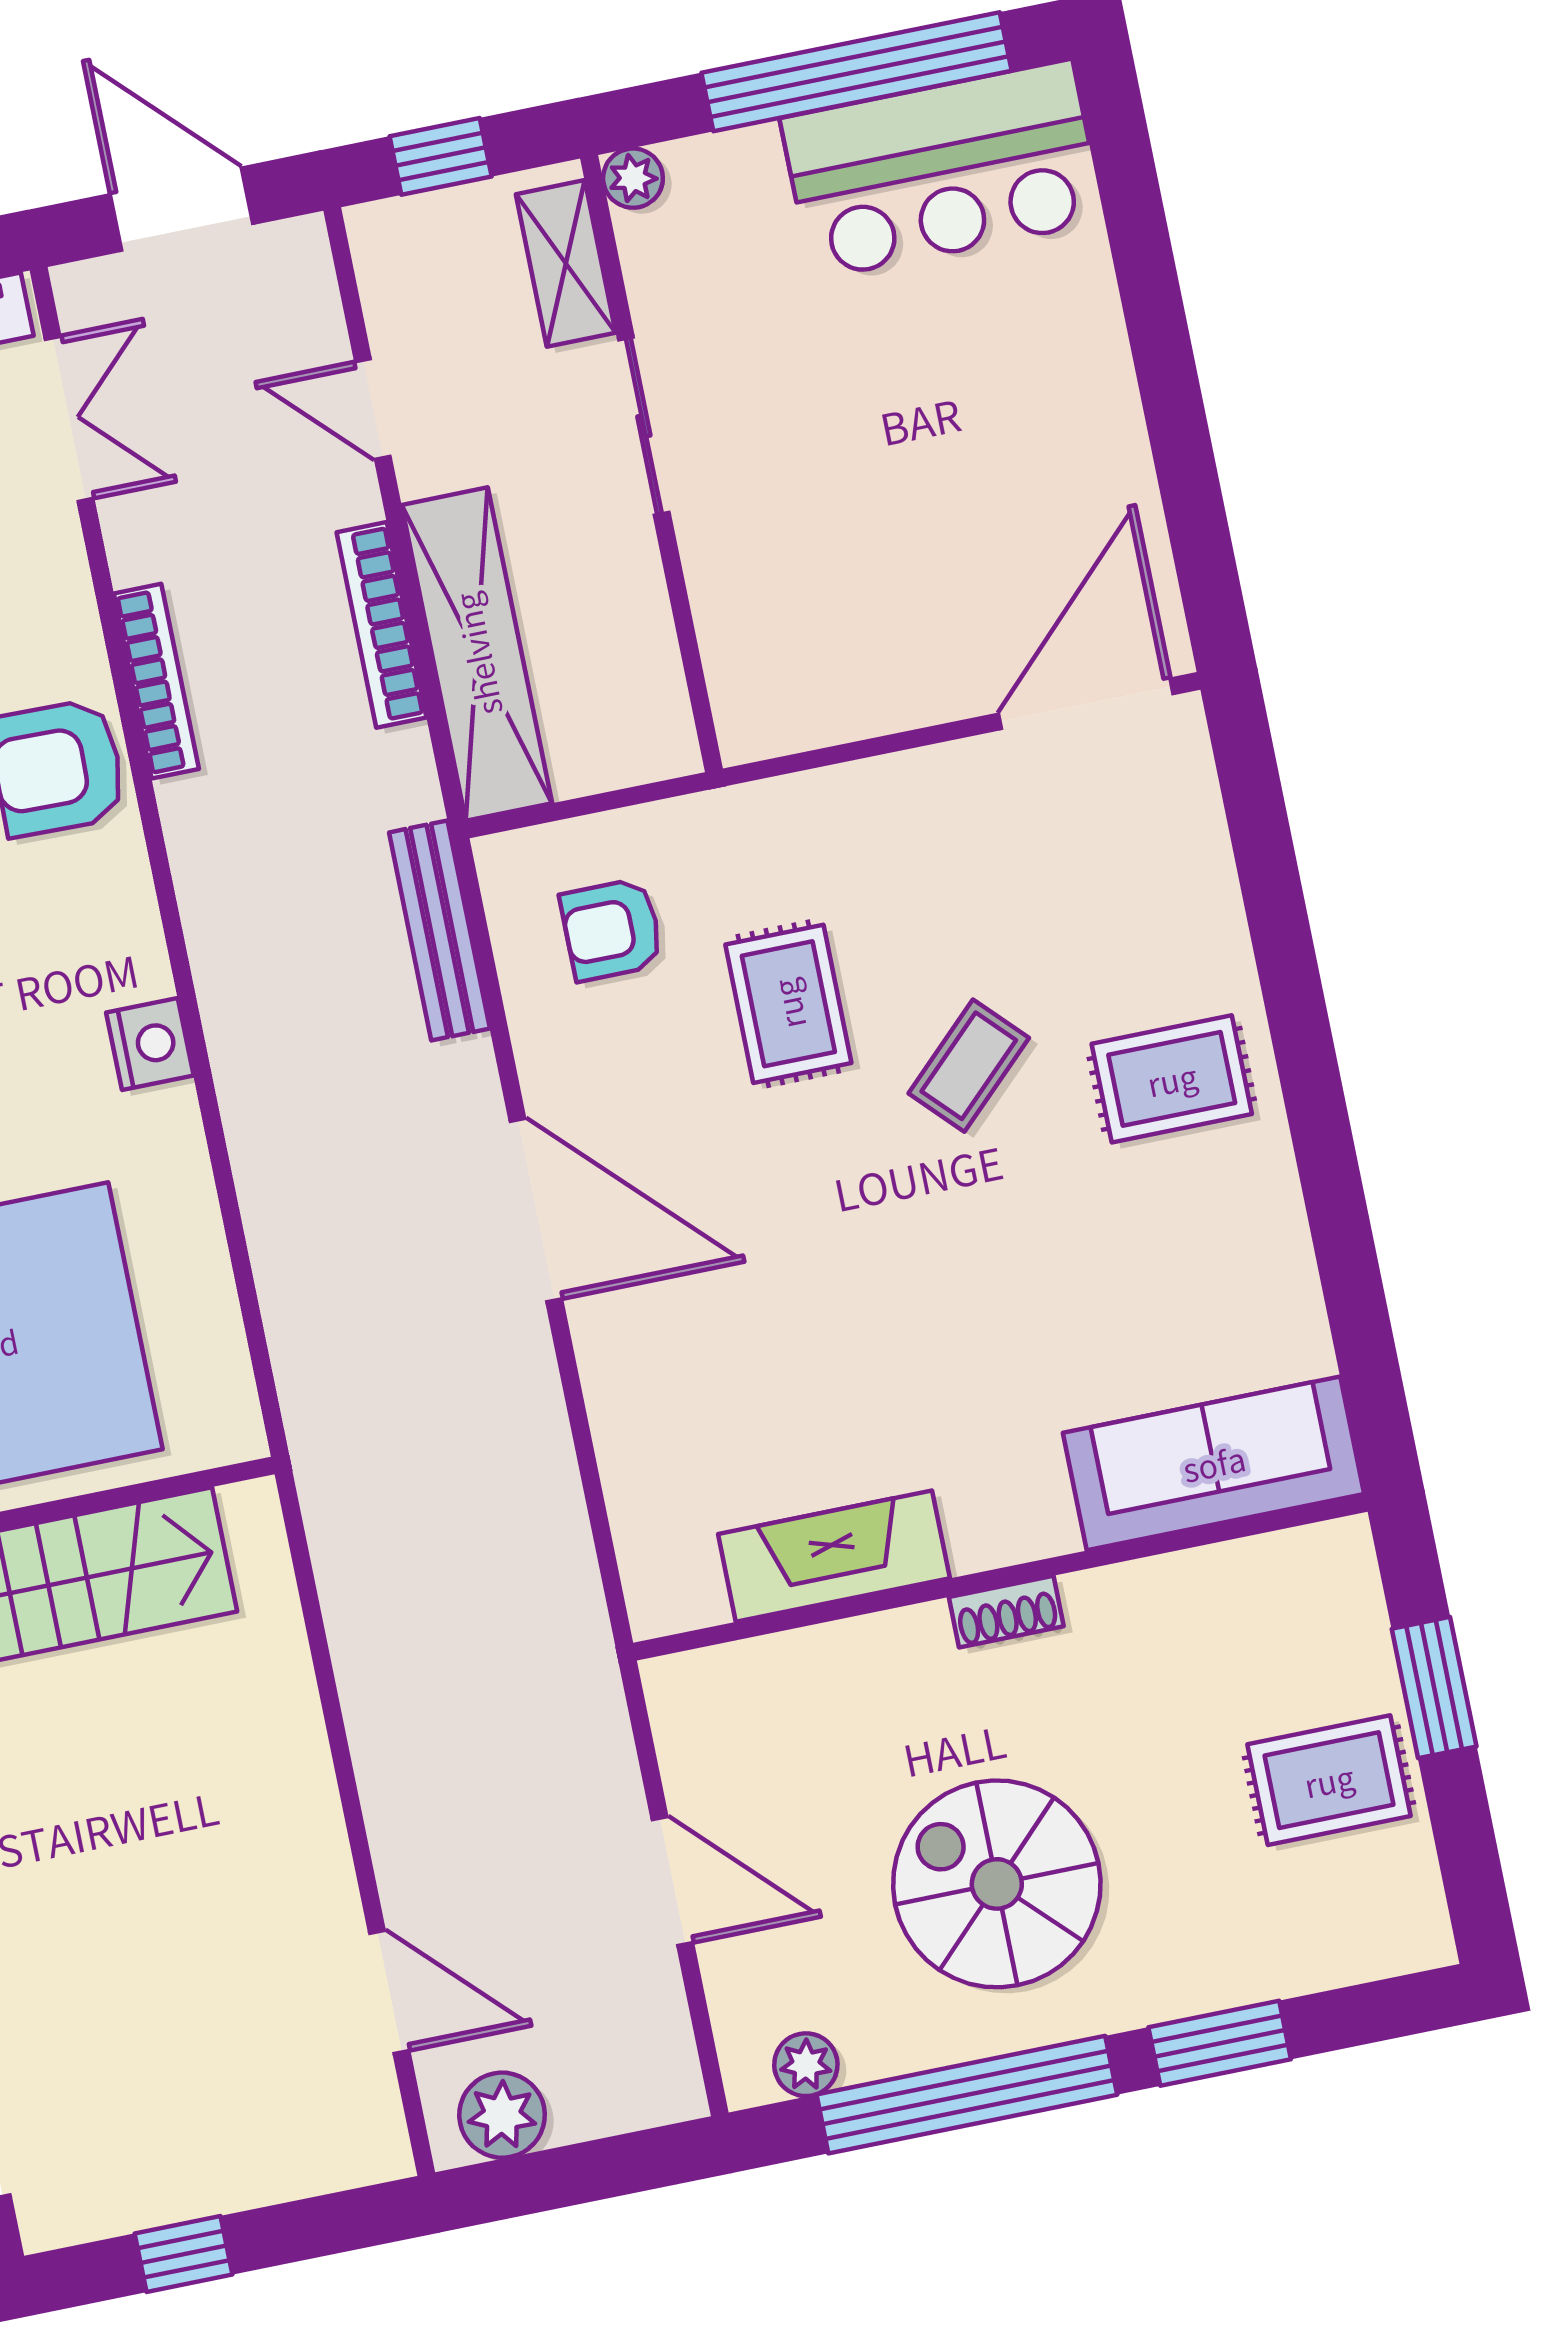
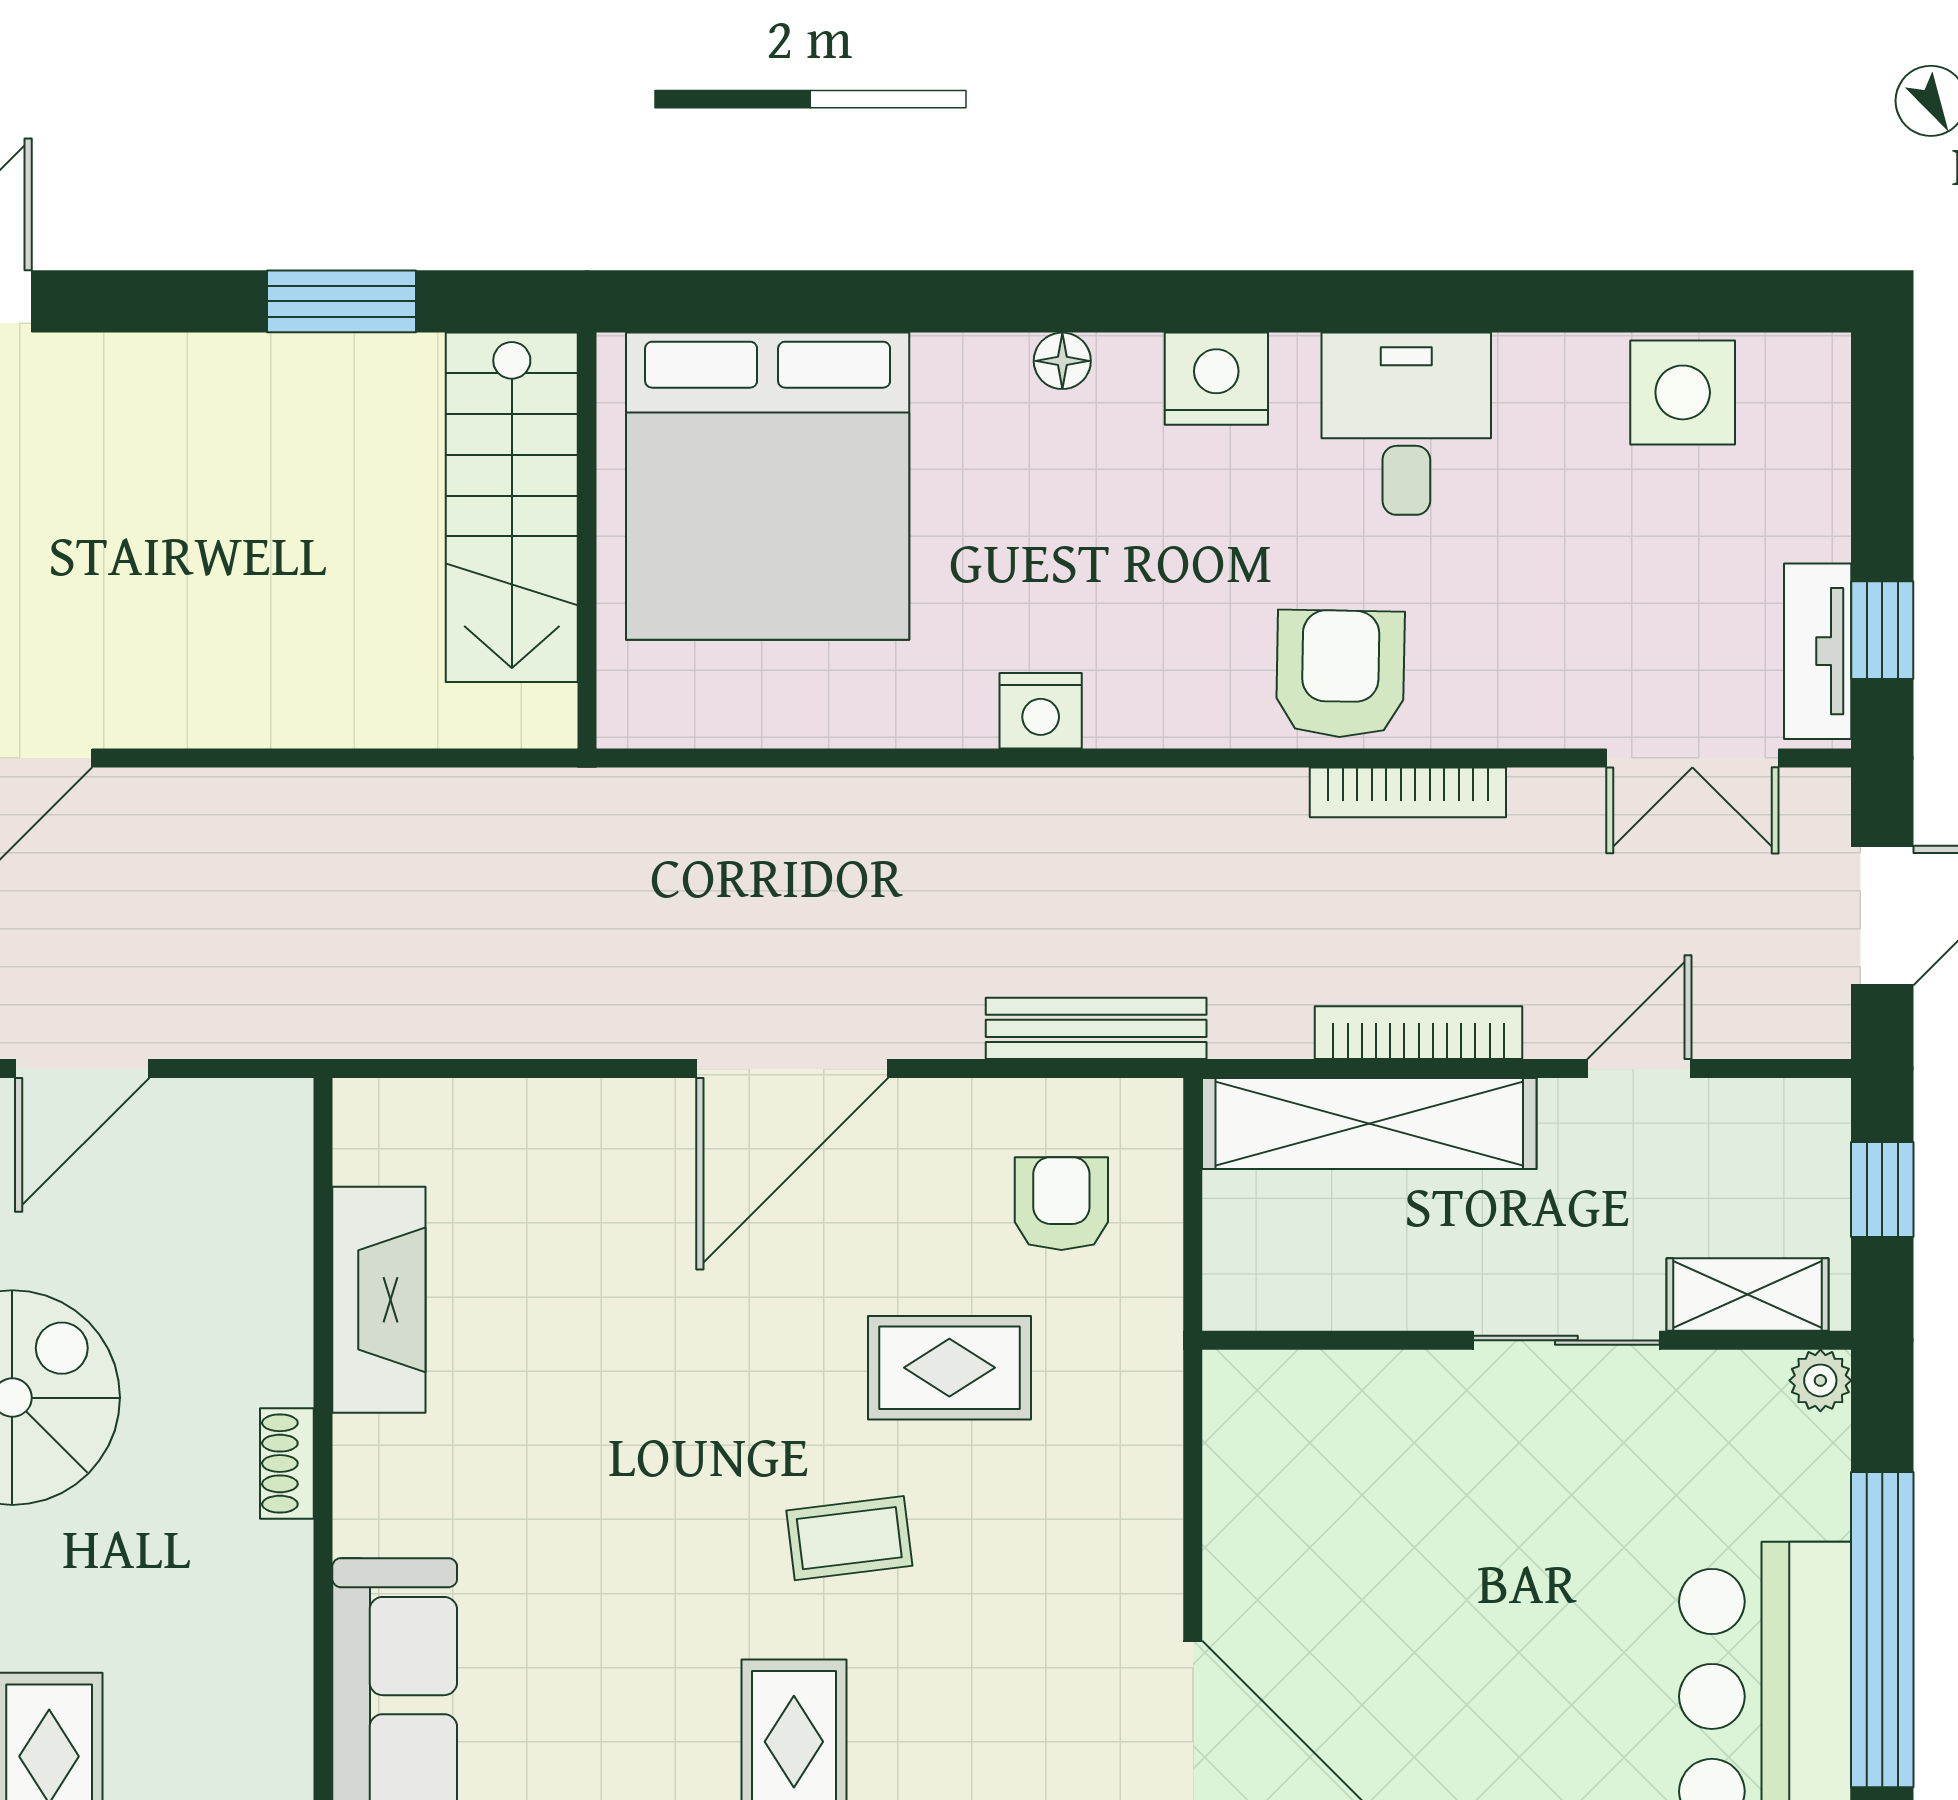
coffee table: (969, 1066) -> (849, 1538), turned -53

